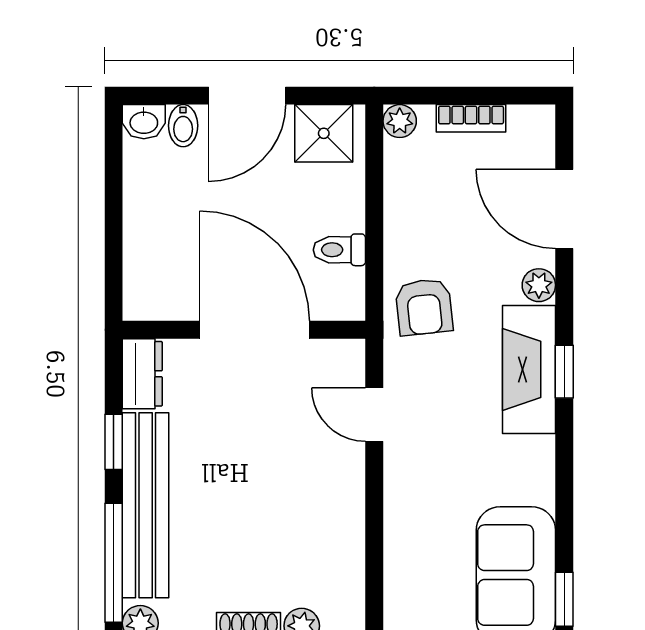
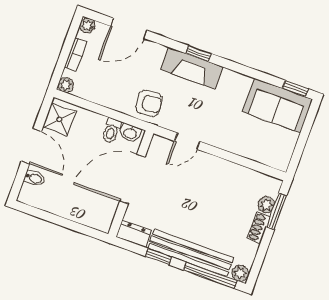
washbasin: (144, 122) -> (130, 133), moved, turned 90
plant: (539, 285) -> (87, 26), moved

